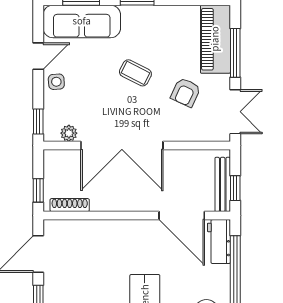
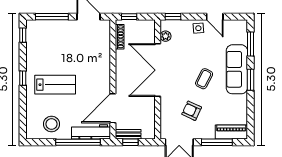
sofa: (82, 21) -> (237, 69), moved
piano: (215, 39) -> (231, 132), width x0.73, depth x0.75
bench: (223, 184) -> (128, 134), width x0.73
workbench: (219, 242) -> (91, 132), width x1.38

